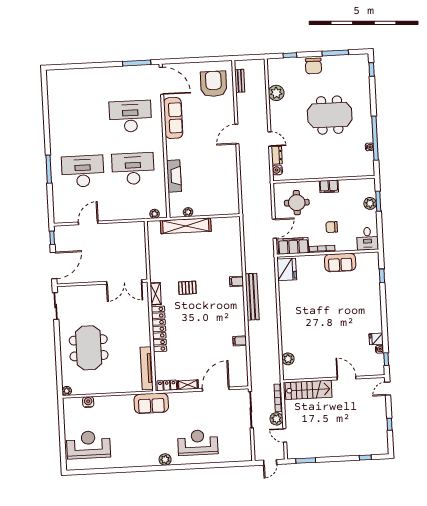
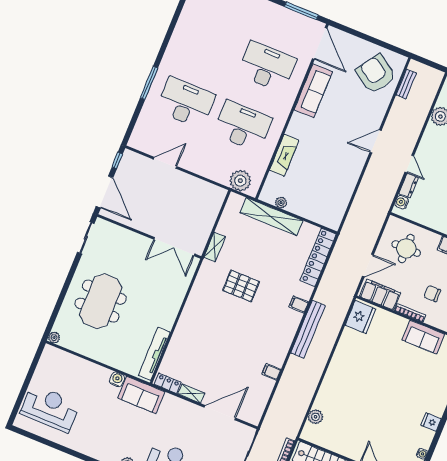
armchair: (214, 84) -> (376, 74), turned -56
plant: (155, 214) -> (240, 181), width x1.88, depth x1.88
door: (54, 265) -> (105, 192), hinge flipped
pallet: (187, 288) -> (241, 286), width x1.50, depth x1.42
shelving: (156, 294) -> (215, 247), moved
locker: (159, 329) -> (318, 257), moved, turned 180
fridge: (376, 339) -> (431, 422), moved
water cooler: (88, 402) -> (117, 379), moved

